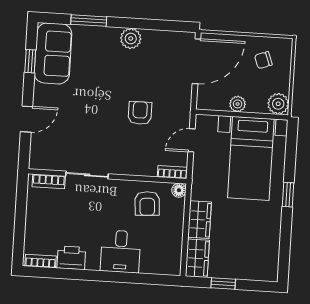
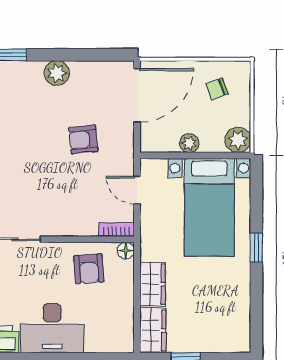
armchair: (140, 113) -> (83, 139), moved, turned -96
door: (191, 140) -> (137, 190), hinge flipped
desk: (121, 251) -> (52, 328), width x1.37

